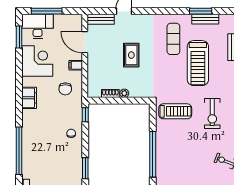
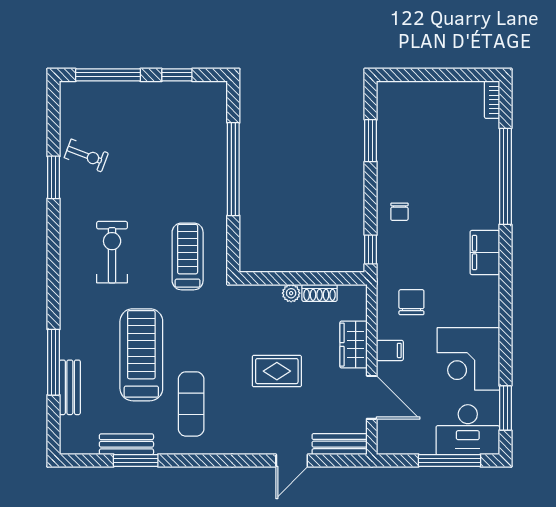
rug: (131, 55) -> (277, 371), turned 90
wardrobe: (94, 68) -> (353, 345), added
filing cabinet: (29, 98) -> (485, 252), moved
treadmill: (175, 111) -> (188, 256), turned 90

